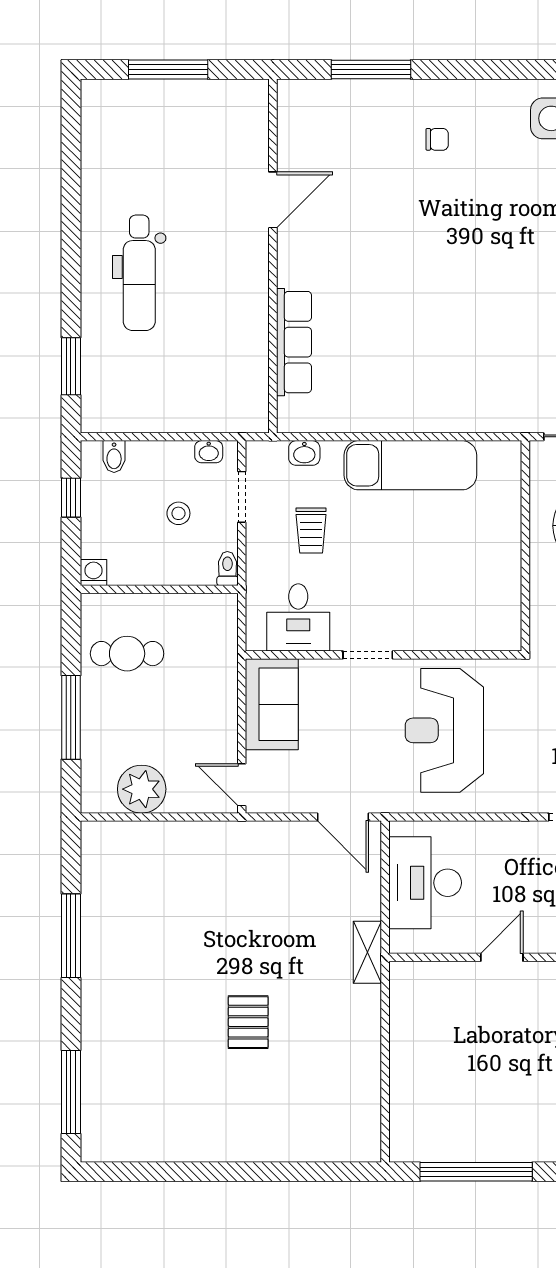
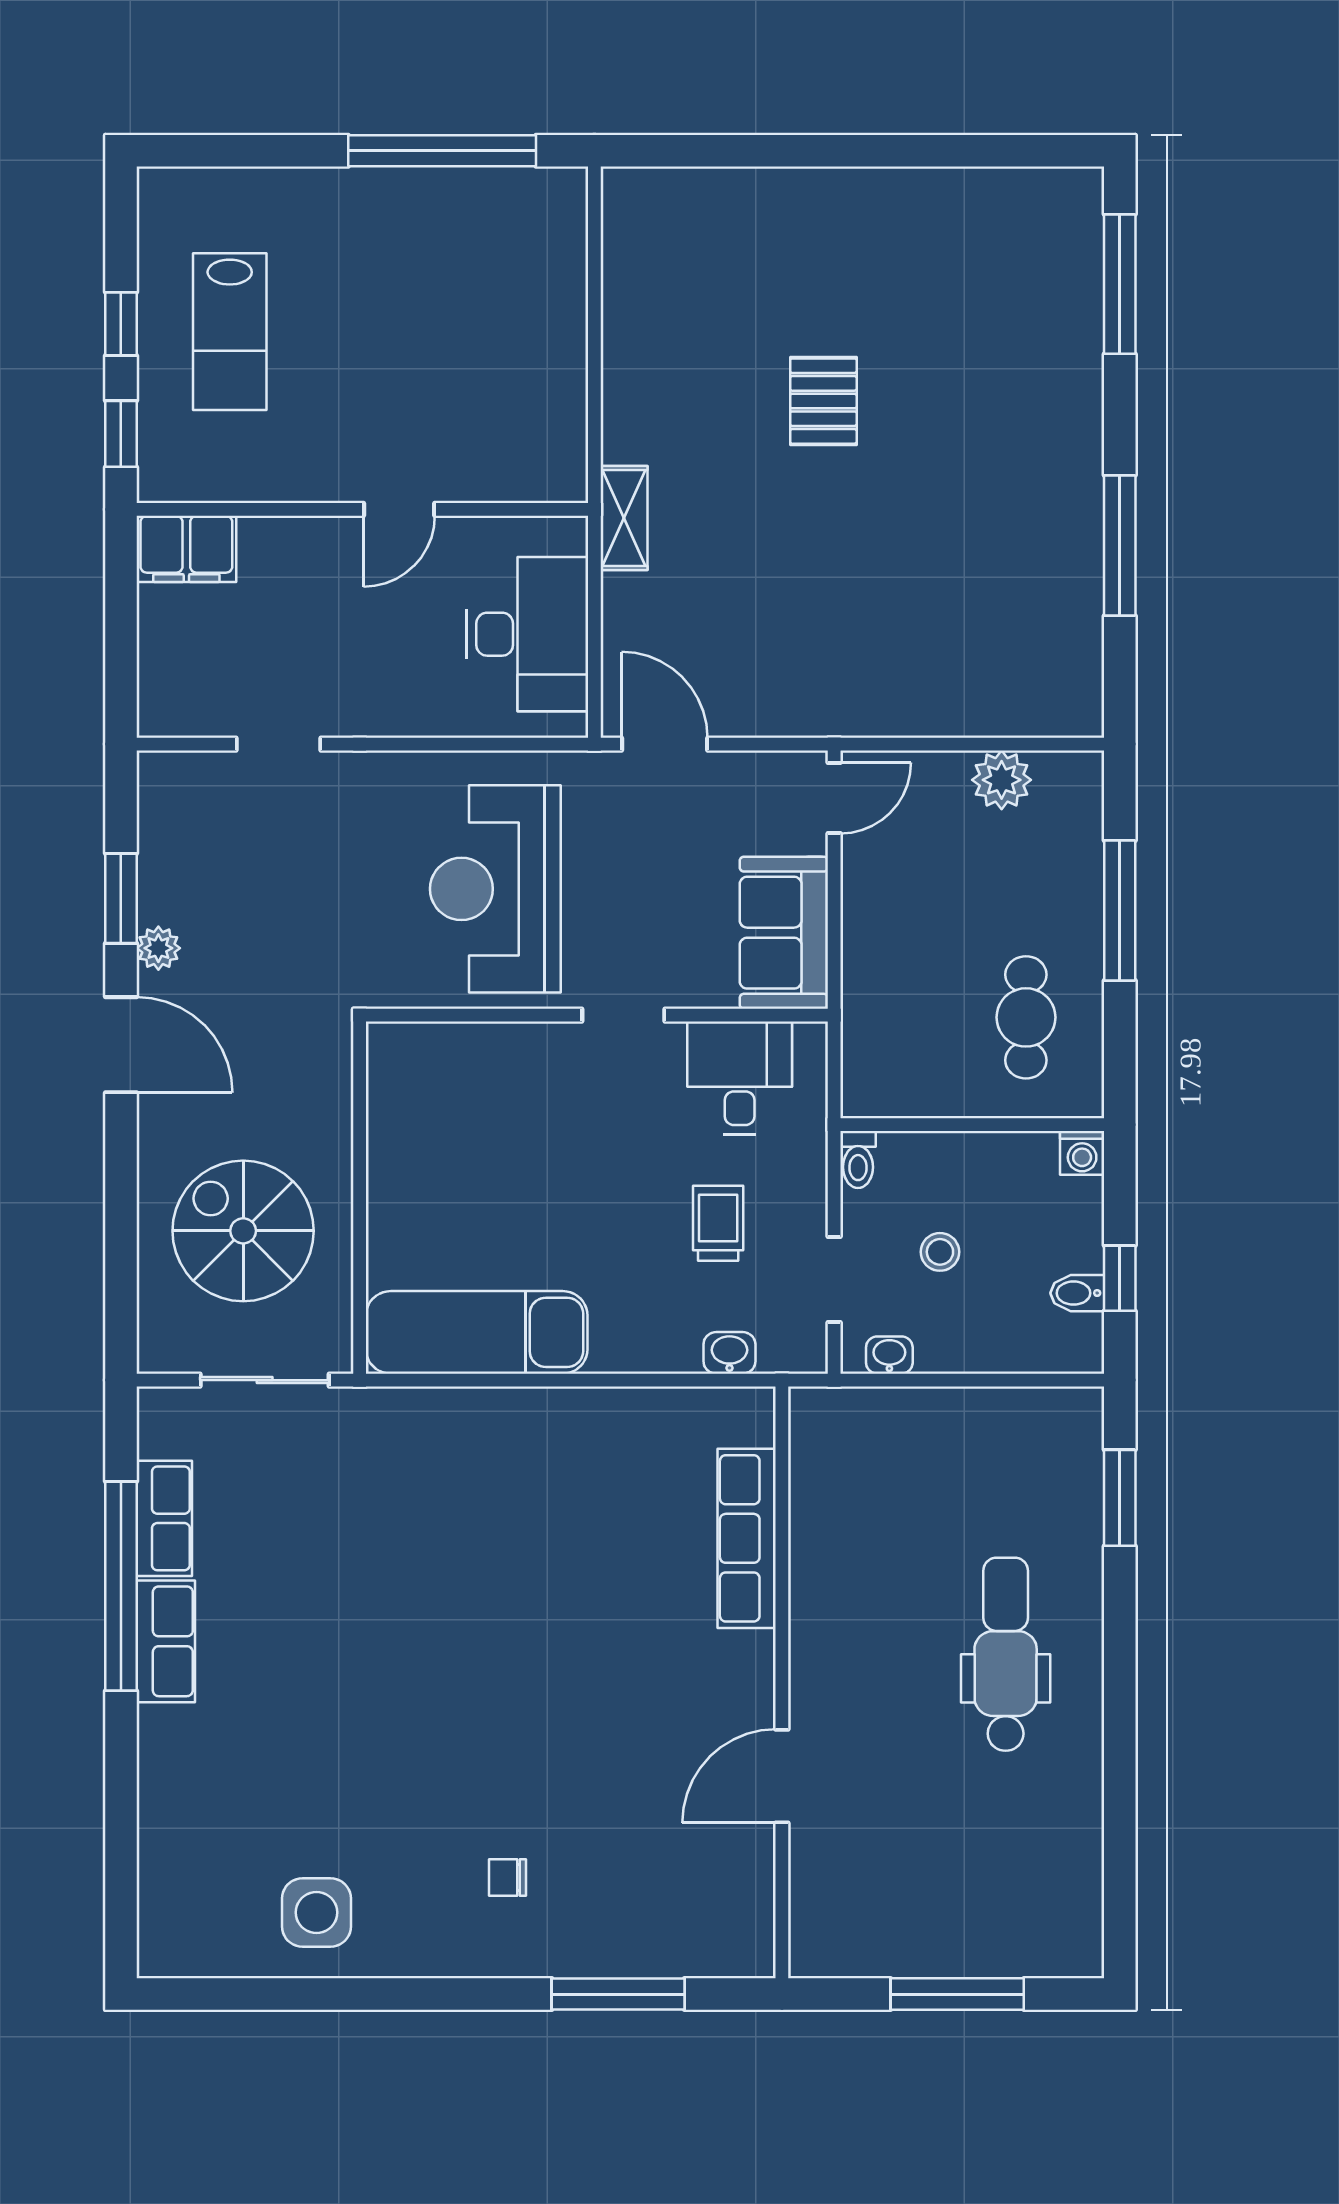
bidet: (114, 457) -> (1077, 1293), moved, turned -90
exam couch: (410, 465) -> (477, 1332), moved
cafe table: (127, 654) -> (1026, 1017), turned 90
reception desk: (444, 730) -> (495, 889), turned 180
door: (242, 785) -> (834, 798), hinge flipped
plant: (142, 789) -> (1002, 780), width x0.73, depth x0.73

